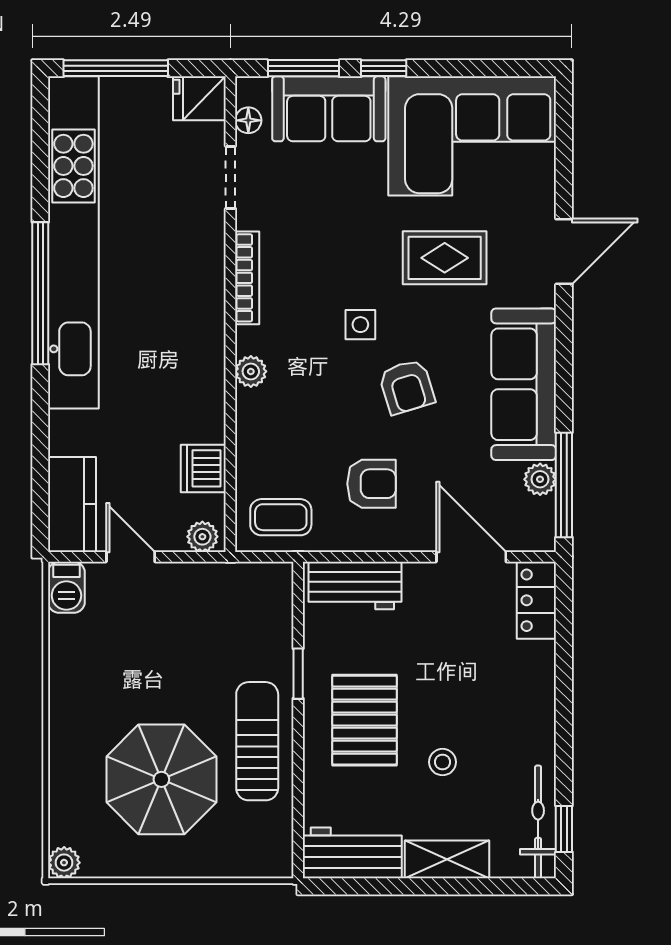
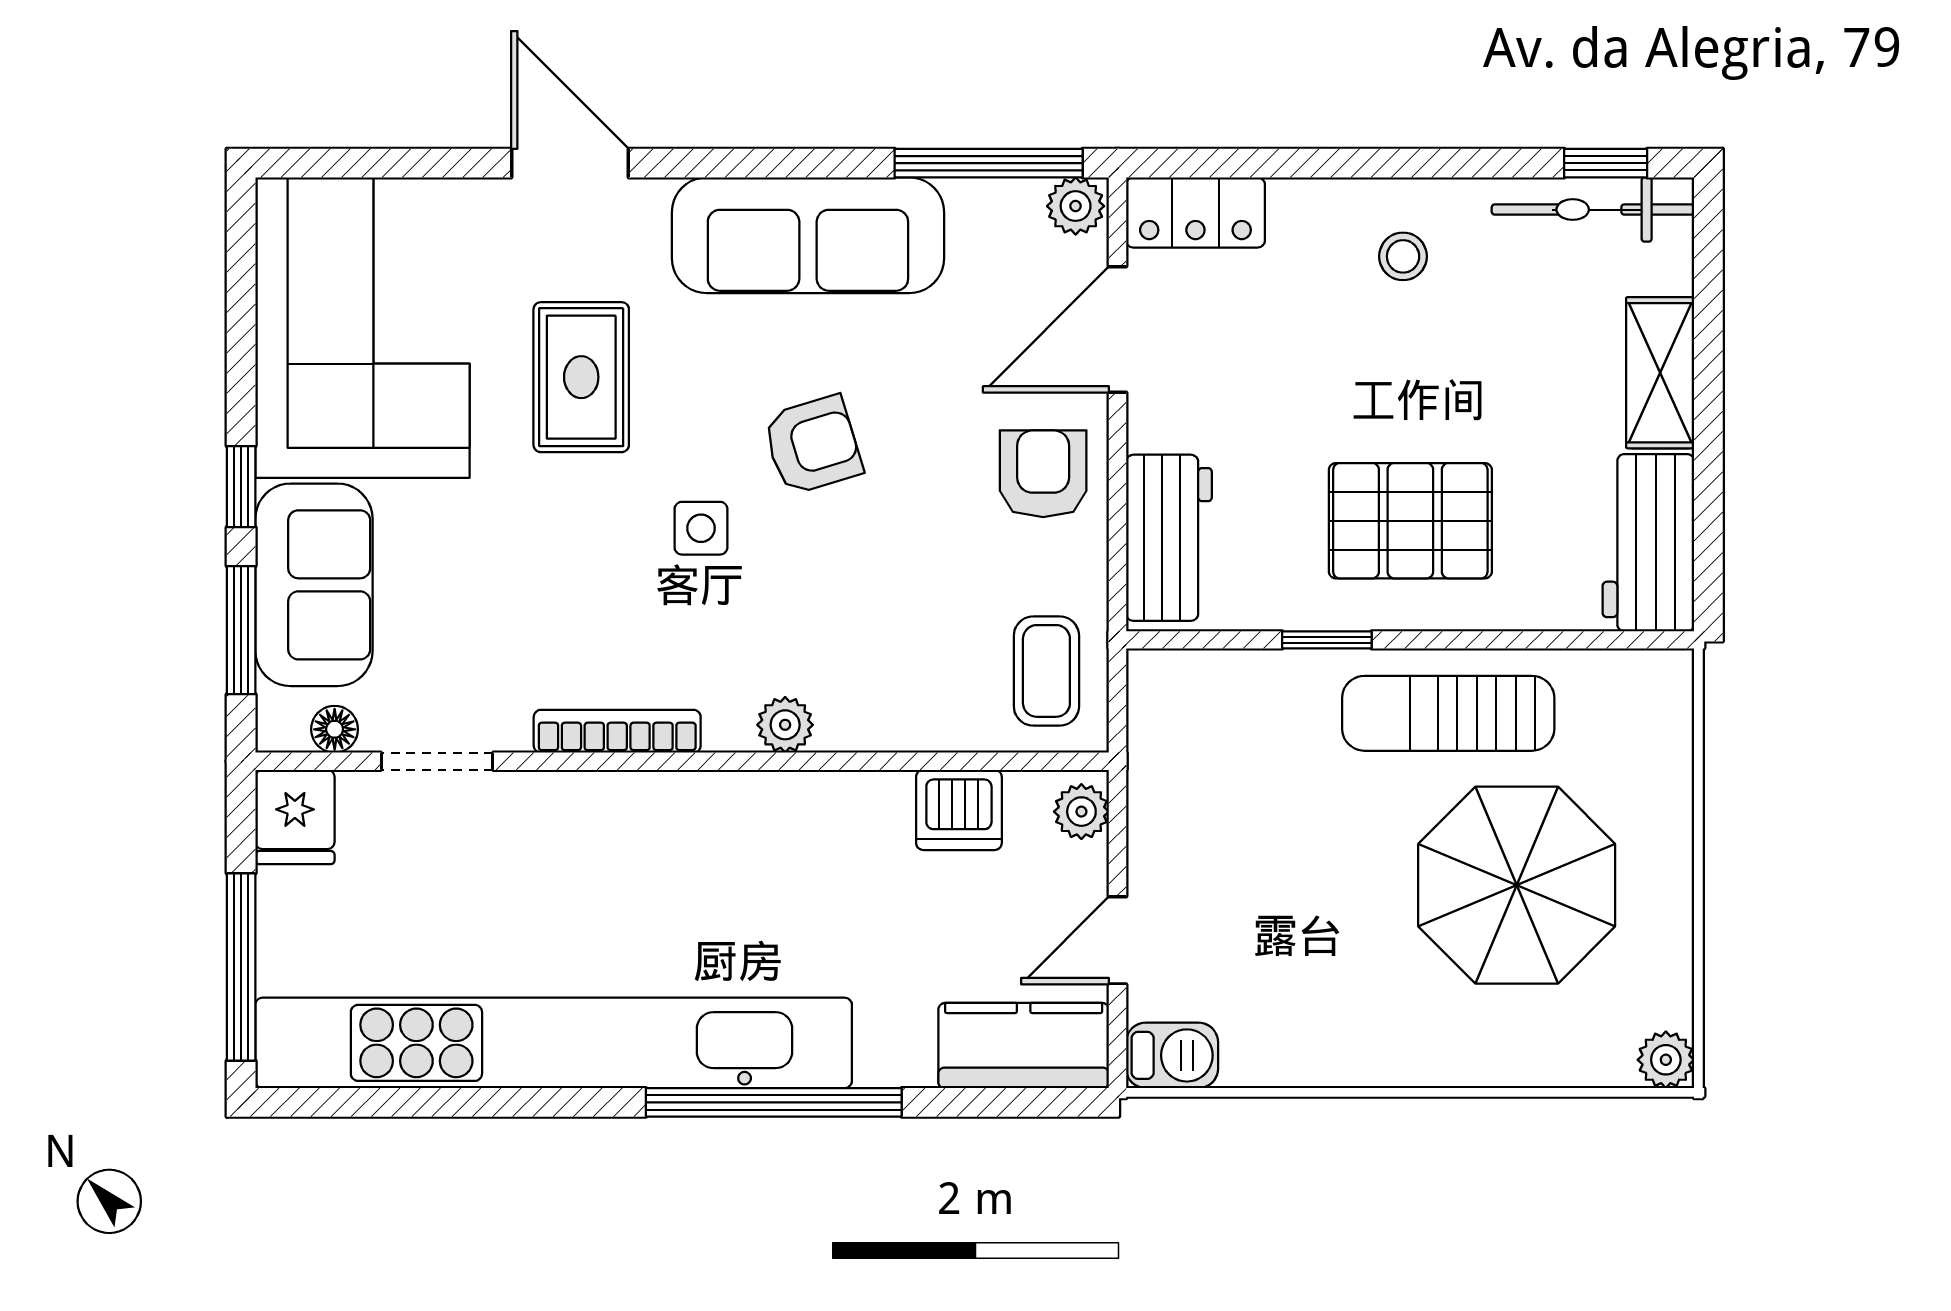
window: (40, 293) -> (774, 1102), moved
plant: (540, 479) -> (1076, 206), moved
armchair: (371, 484) -> (1043, 474), moved
stool: (442, 762) -> (1403, 256), moved

